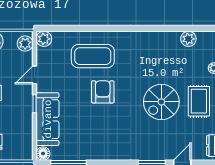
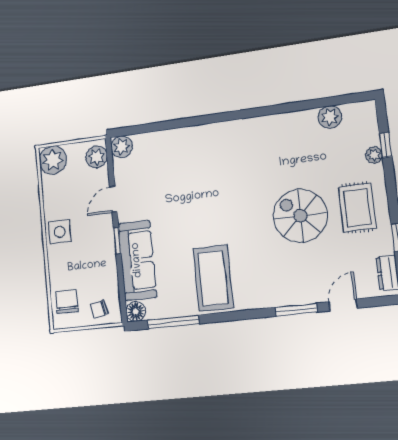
coffee table: (93, 56) -> (213, 278), moved, turned 90
armchair: (103, 92) -> (212, 211), removed
spiral stairs: (161, 102) -> (300, 216), turned 90
chair: (17, 149) -> (99, 309), added

